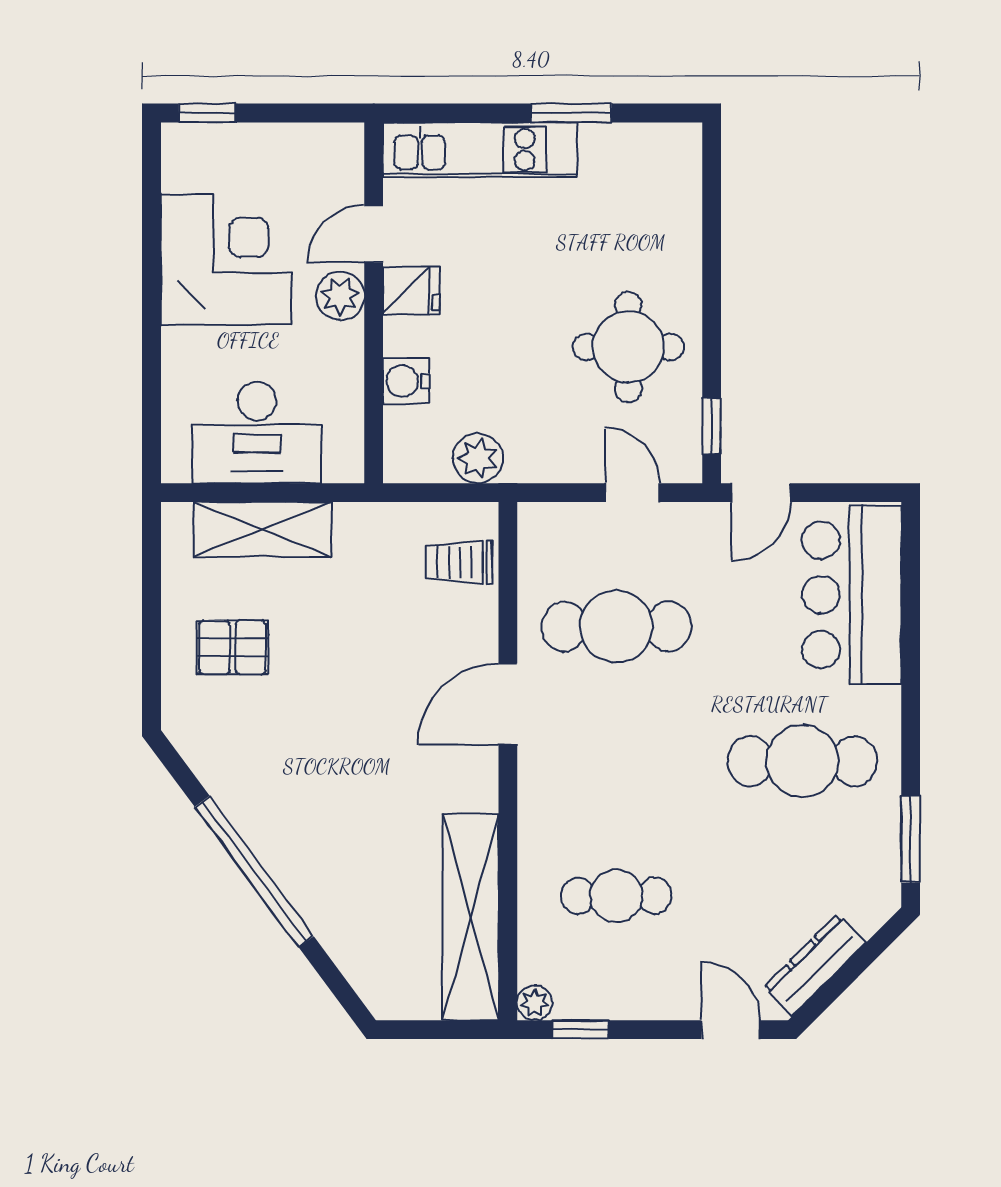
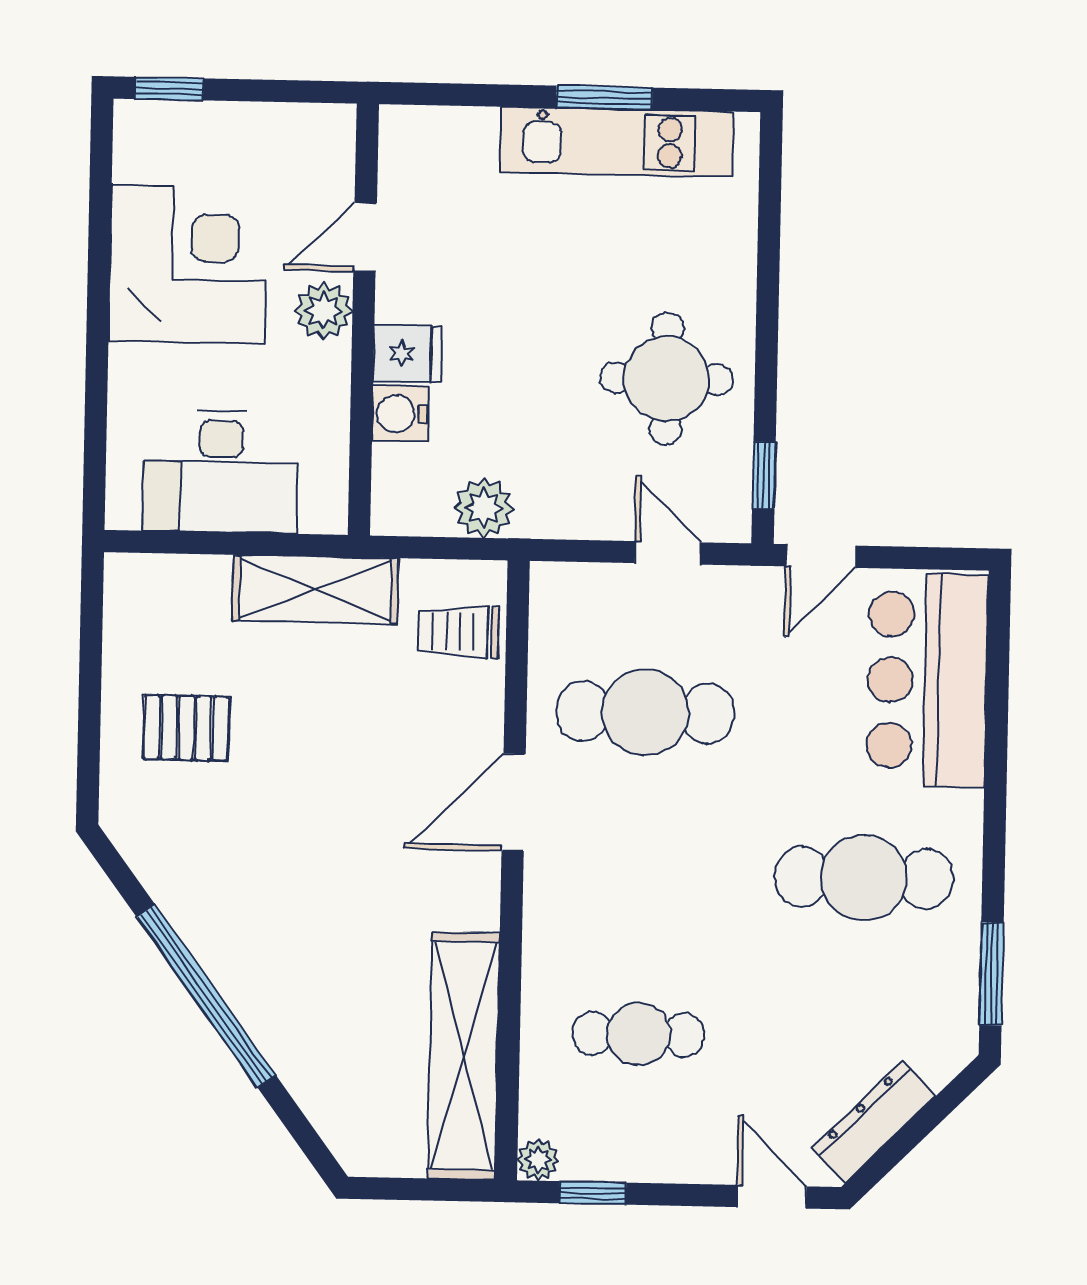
kitchen unit: (480, 150) -> (616, 142), moved
fridge: (411, 290) -> (407, 353), moved
shelving: (263, 529) -> (315, 589), moved

